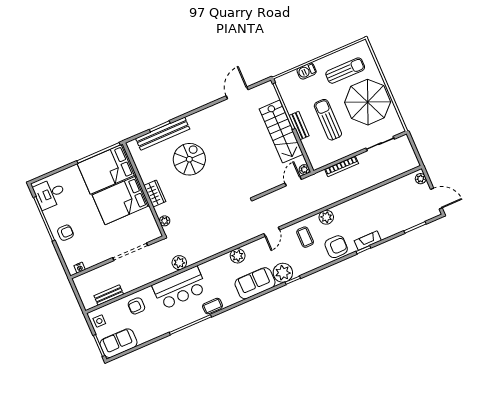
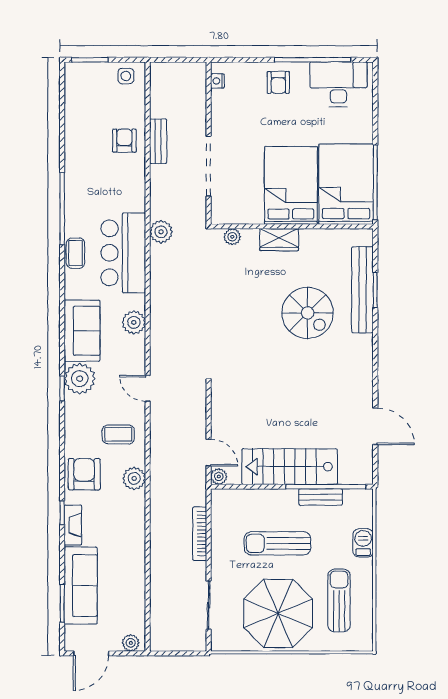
sun lounger: (345, 71) -> (339, 600), turned 180
sun lounger: (328, 120) -> (277, 543), turned 180
bench: (299, 126) -> (321, 497), moved
desk: (50, 194) -> (338, 84), width x1.37
armchair: (336, 247) -> (84, 474), turned 180
bar counter: (180, 288) -> (123, 253), moved
bench: (109, 295) -> (158, 141), moved
sofa: (119, 343) -> (81, 585), moved, width x1.36

